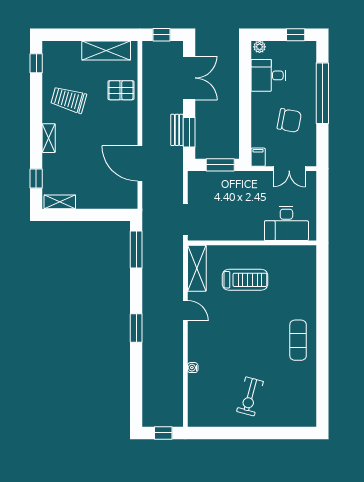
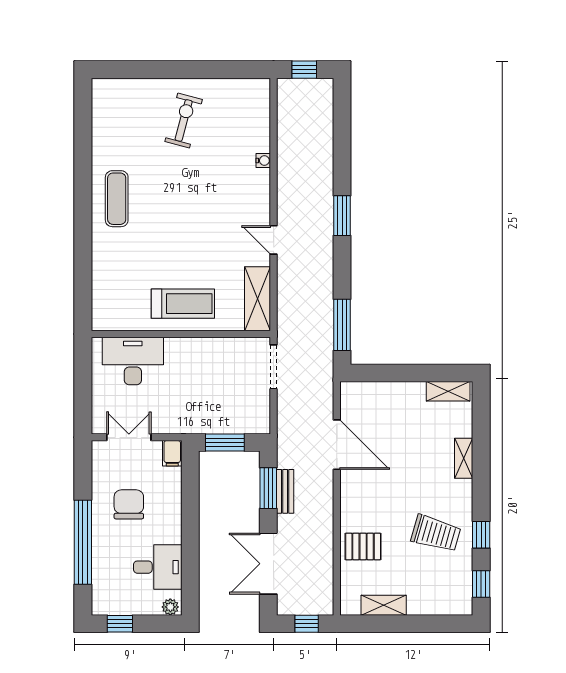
shelving: (106, 50) -> (384, 605), width x0.67, depth x0.75
chair: (289, 120) -> (129, 504), turned 79
shelving: (49, 138) -> (464, 458), moved
window: (36, 179) -> (481, 535), moved
treadmill: (245, 280) -> (183, 304), moved, turned 180

